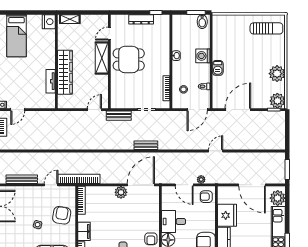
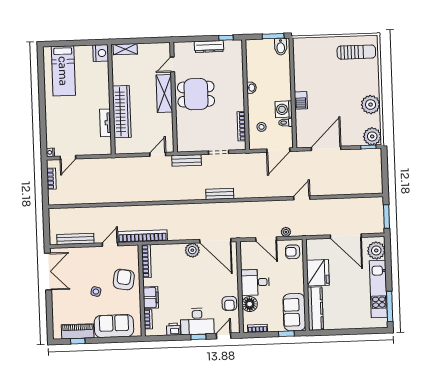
washing machine: (203, 56) -> (284, 109), moved
door: (141, 185) -> (215, 241), swing flipped

